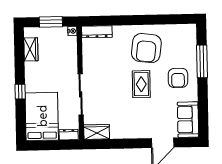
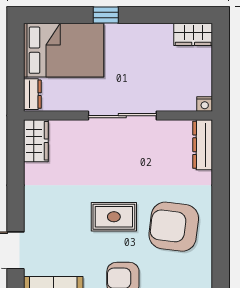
window: (51, 22) -> (221, 69), removed
wardrobe: (31, 49) -> (193, 34), moved
sliding door: (81, 94) -> (122, 116), moved

